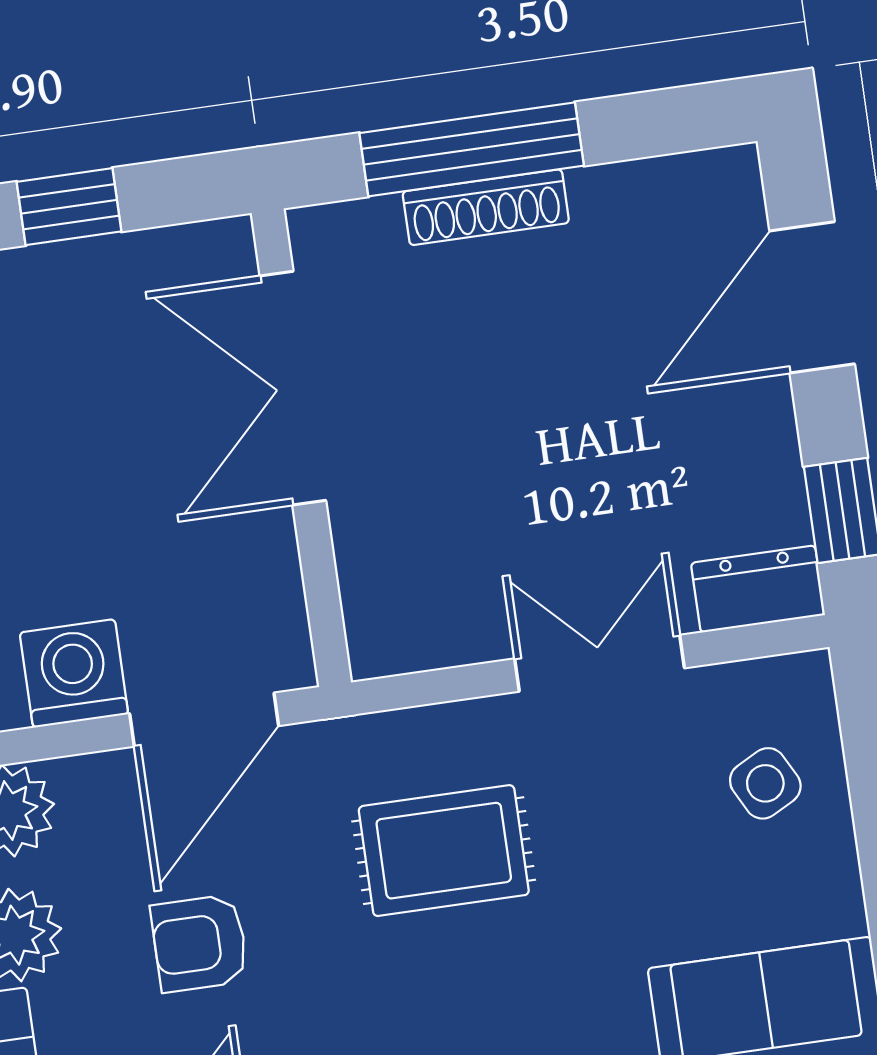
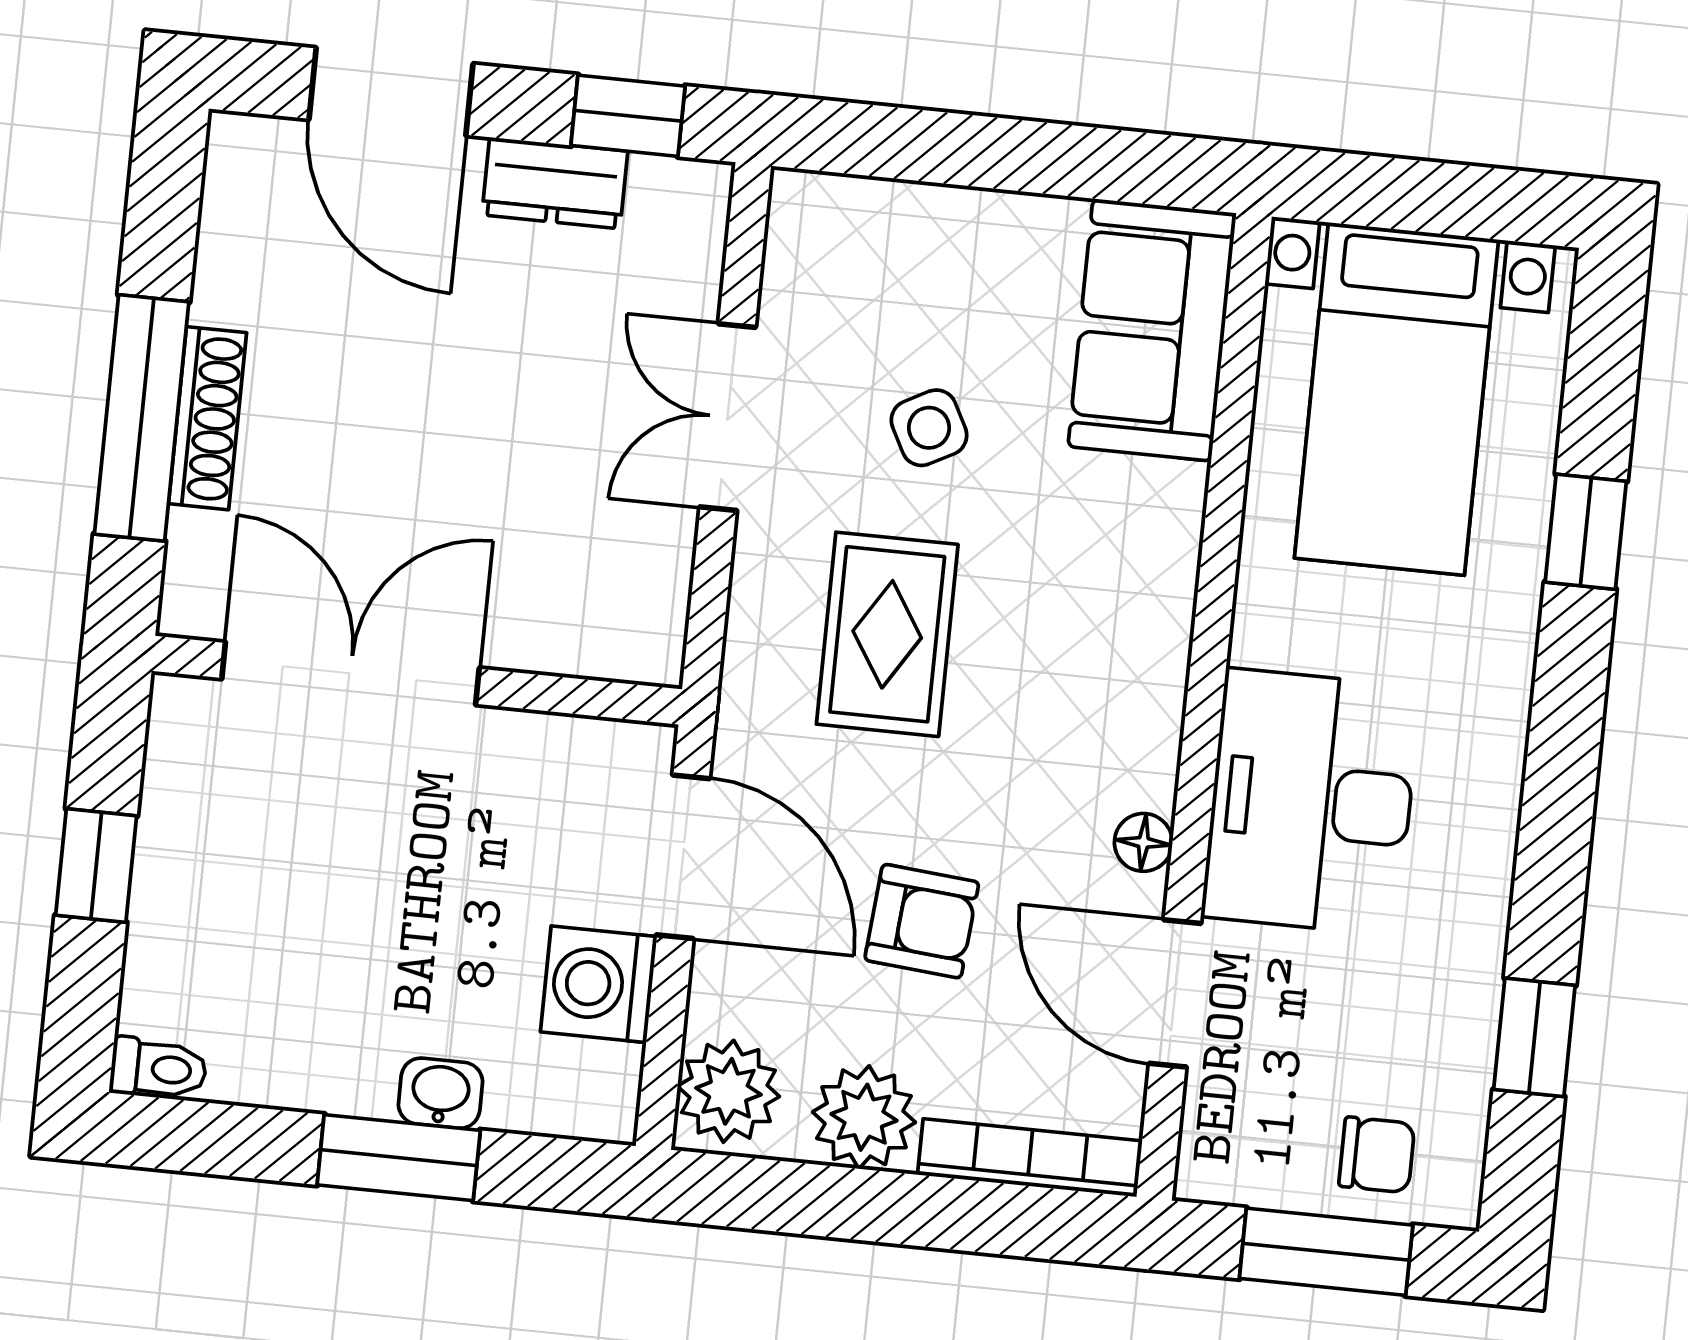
double door: (293, 388) -> (351, 673), swing flipped
dresser: (758, 589) -> (555, 183), moved, turned -90
side table: (765, 783) -> (929, 428), moved
armchair: (200, 943) -> (922, 921), turned -85

